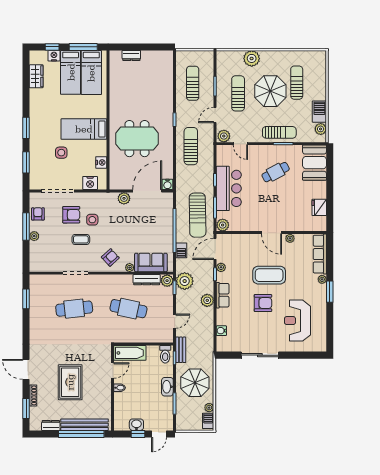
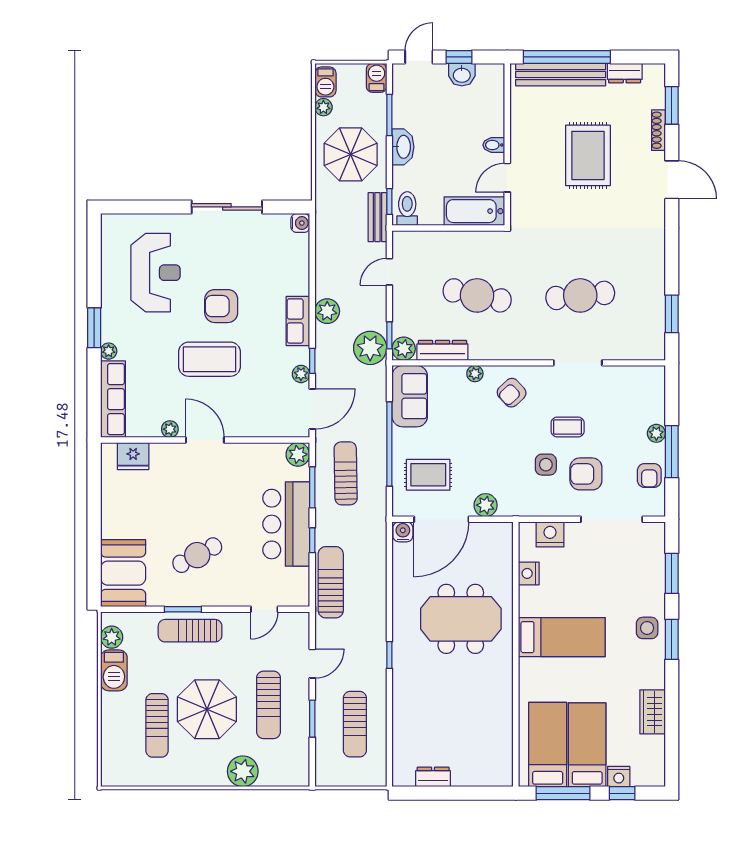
dresser: (131, 56) -> (433, 777), moved
wardrobe: (36, 76) -> (653, 712), moved
plant: (224, 136) -> (296, 624), removed
door: (240, 144) -> (264, 609), swing flipped
sun lounger: (191, 146) -> (331, 582), moved, turned 180
side table: (61, 153) -> (647, 628), moved
fridge: (319, 207) -> (133, 456), moved, turned 90
rug: (154, 214) -> (428, 475), added
sun lounger: (198, 215) -> (346, 473), width x0.73, depth x0.75
barbecue: (181, 250) -> (377, 78), moved
sofa: (151, 262) -> (410, 396), moved, turned -90
water cooler: (221, 331) -> (300, 223), moved

